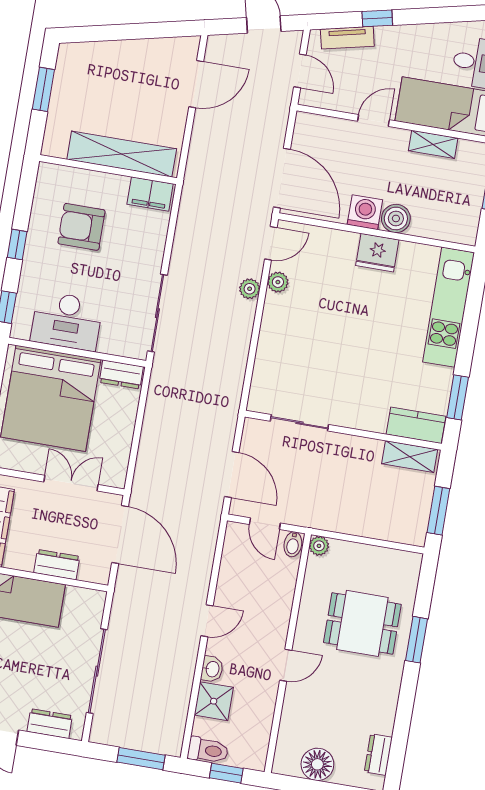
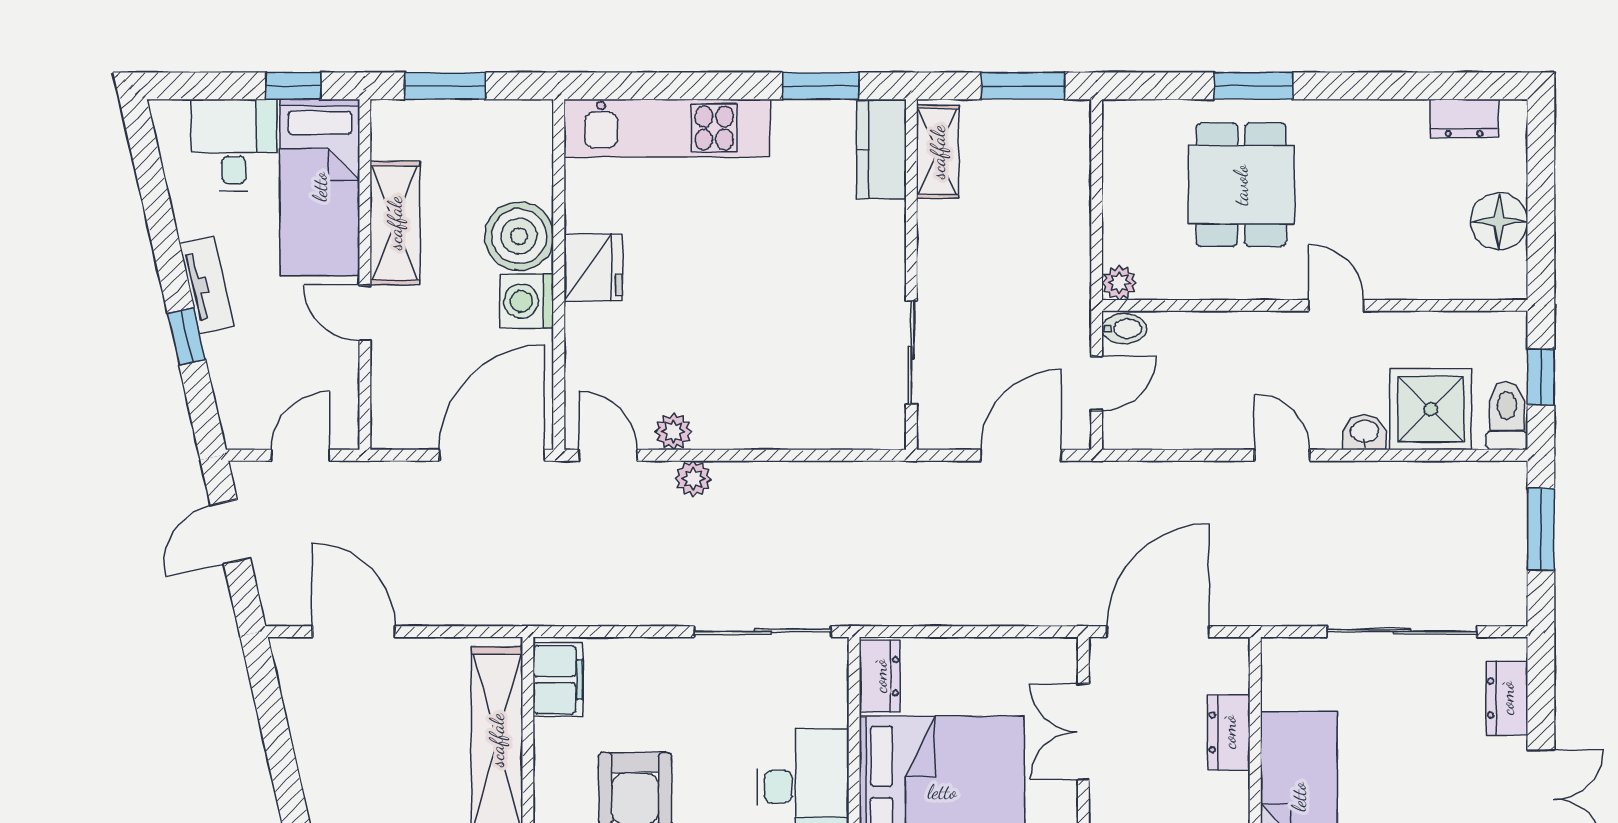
tv unit: (347, 38) -> (207, 285), moved
shelving: (433, 144) -> (395, 223), width x1.50, depth x1.33
boiler: (396, 218) -> (519, 236), width x1.37, depth x1.37
shower: (214, 701) -> (1431, 409), width x1.36, depth x1.36

